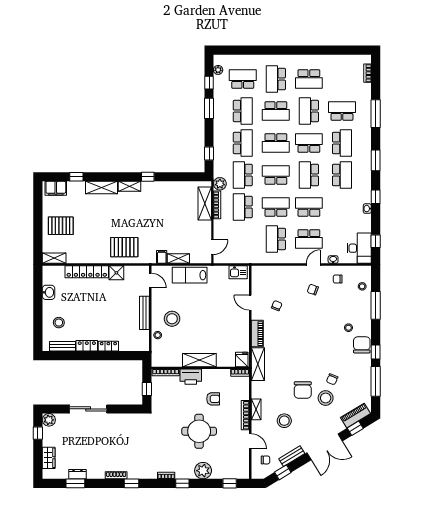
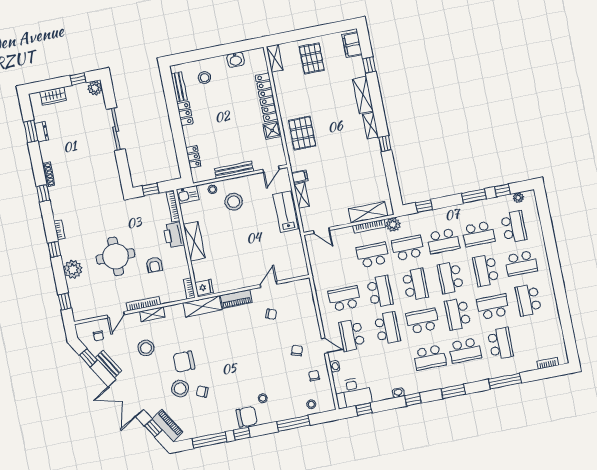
school desk: (276, 79) -> (521, 263), turned 180
school desk: (309, 143) -> (458, 314), turned 180
kitchen sink: (238, 272) -> (188, 195), moved, turned -90
locker: (108, 346) -> (193, 157), moved

